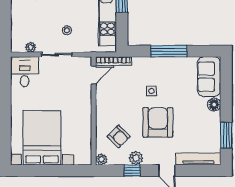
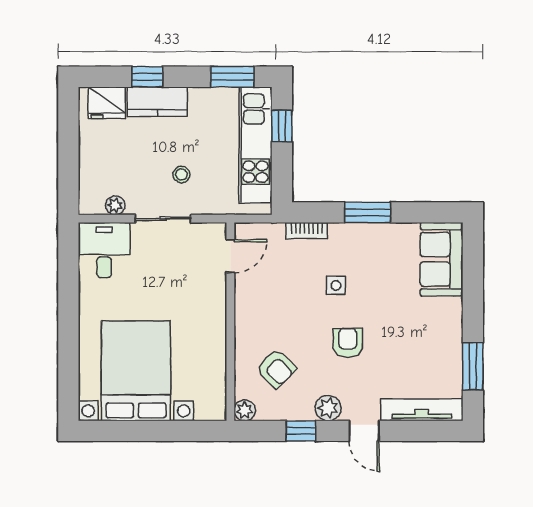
window: (169, 51) -> (368, 212), width x0.69
bookcase: (113, 61) -> (307, 231), moved, width x0.64
floor lamp: (214, 105) -> (451, 310), removed
armchair: (158, 122) -> (348, 343), width x0.53, depth x0.53
plant: (136, 158) -> (328, 408), moved

